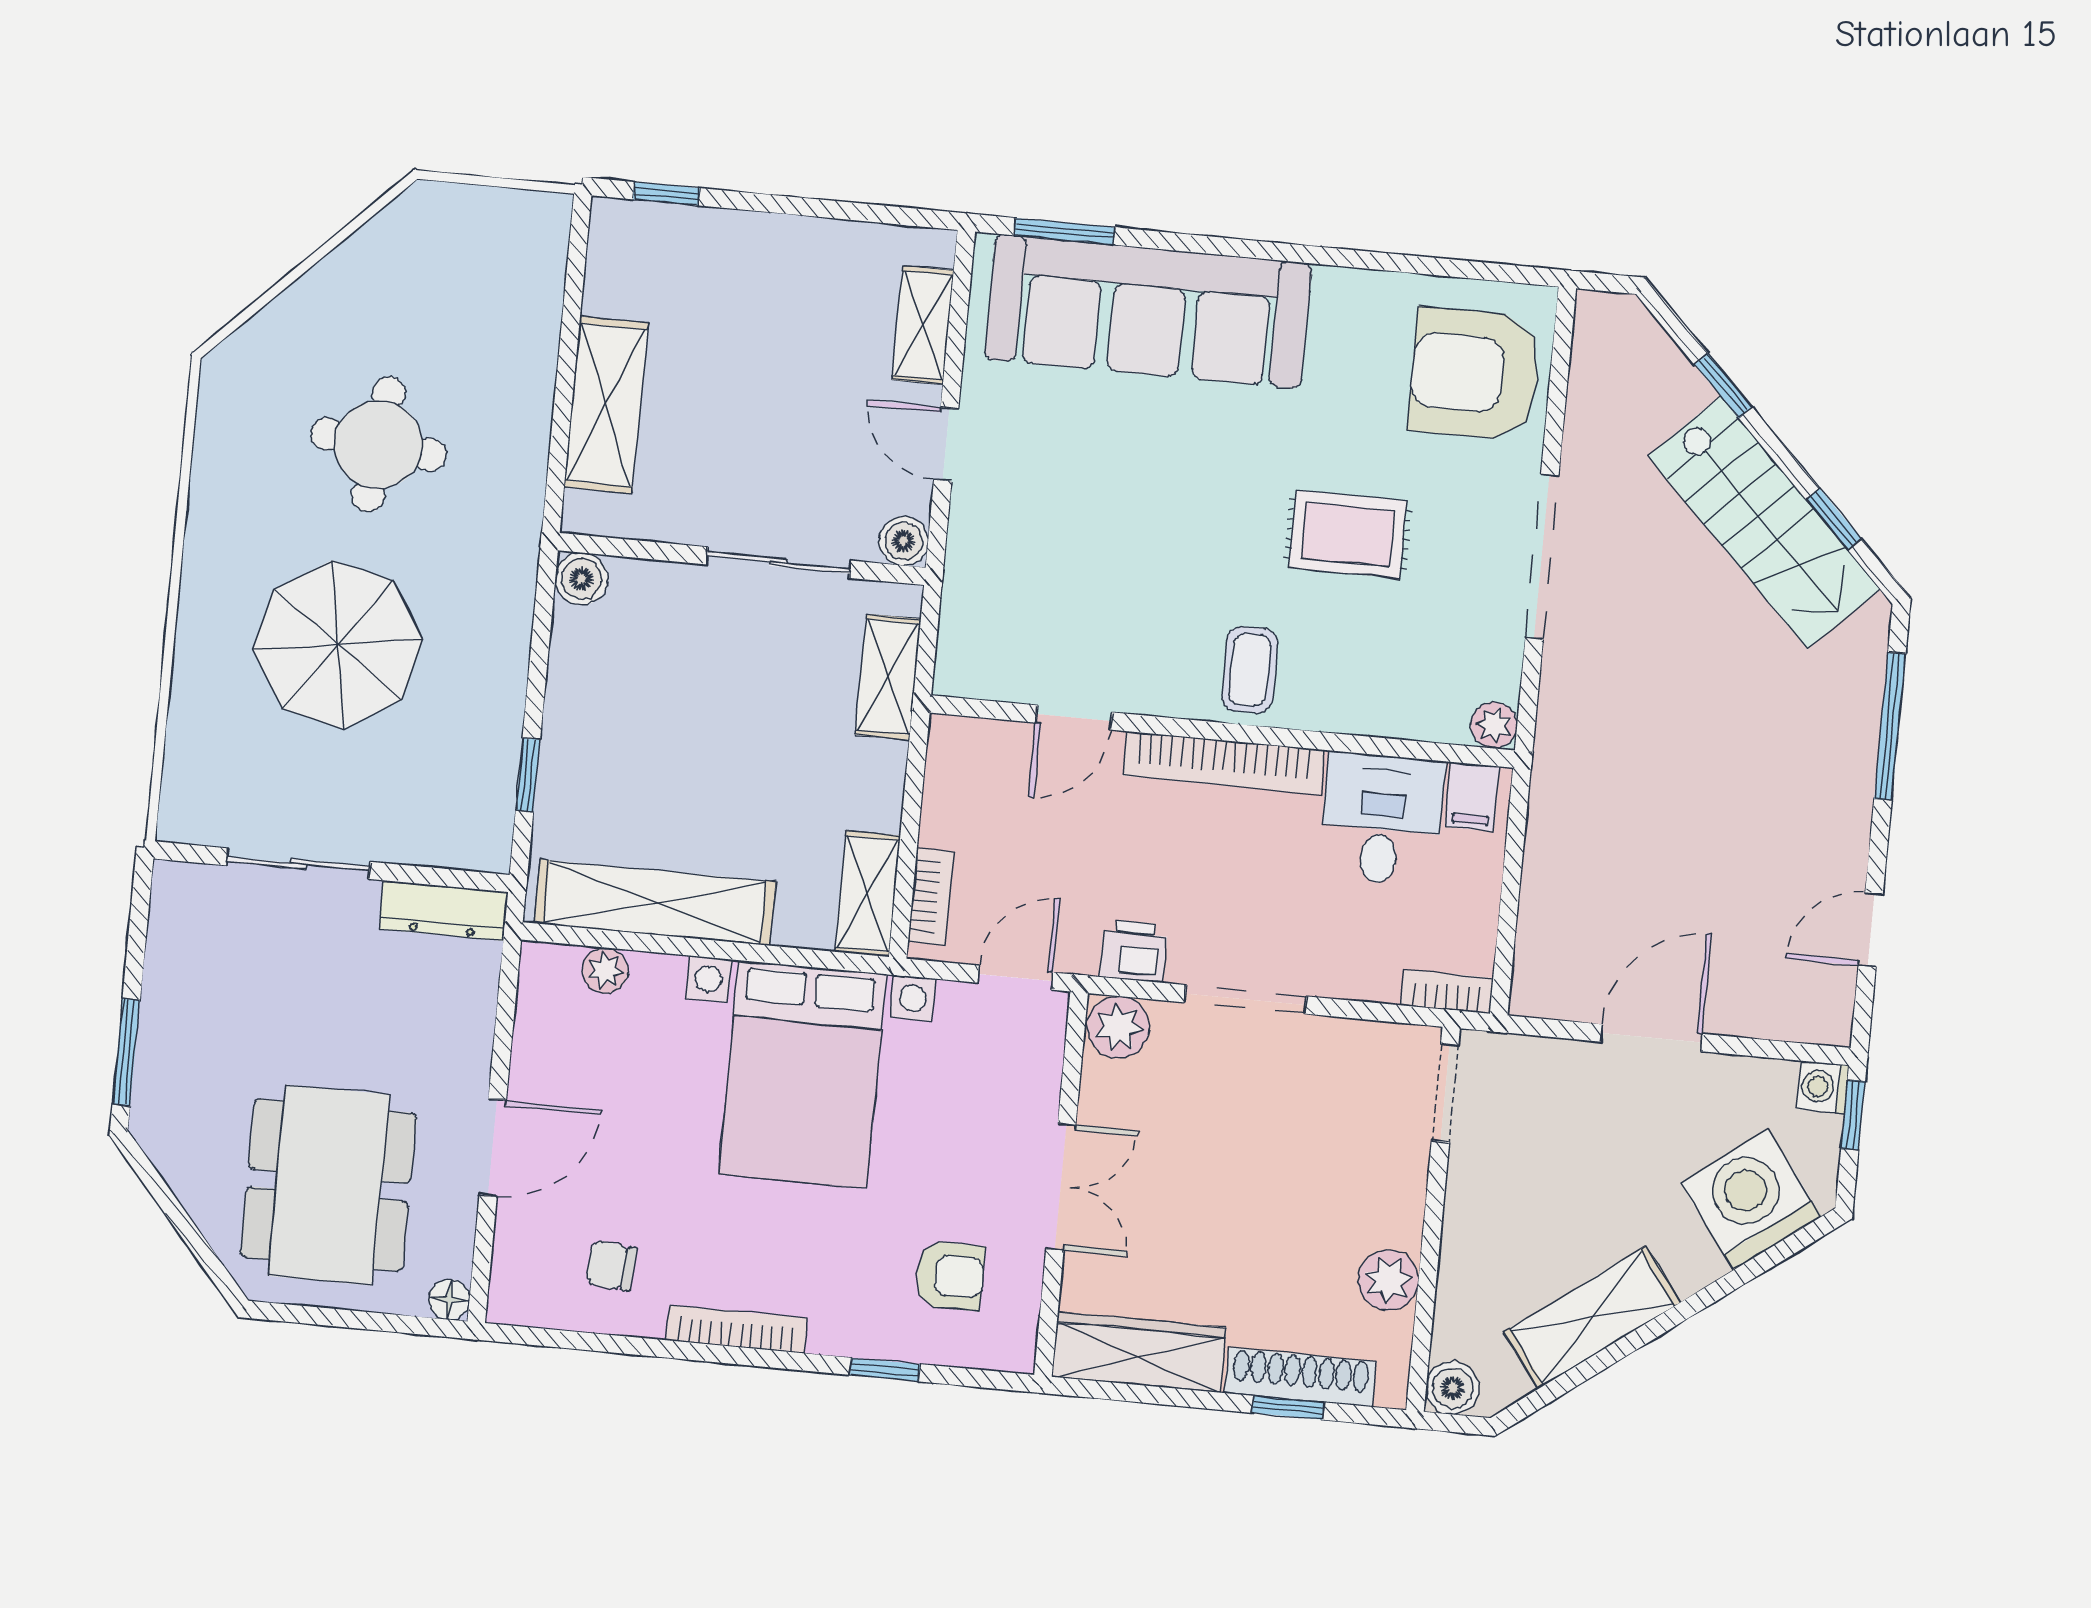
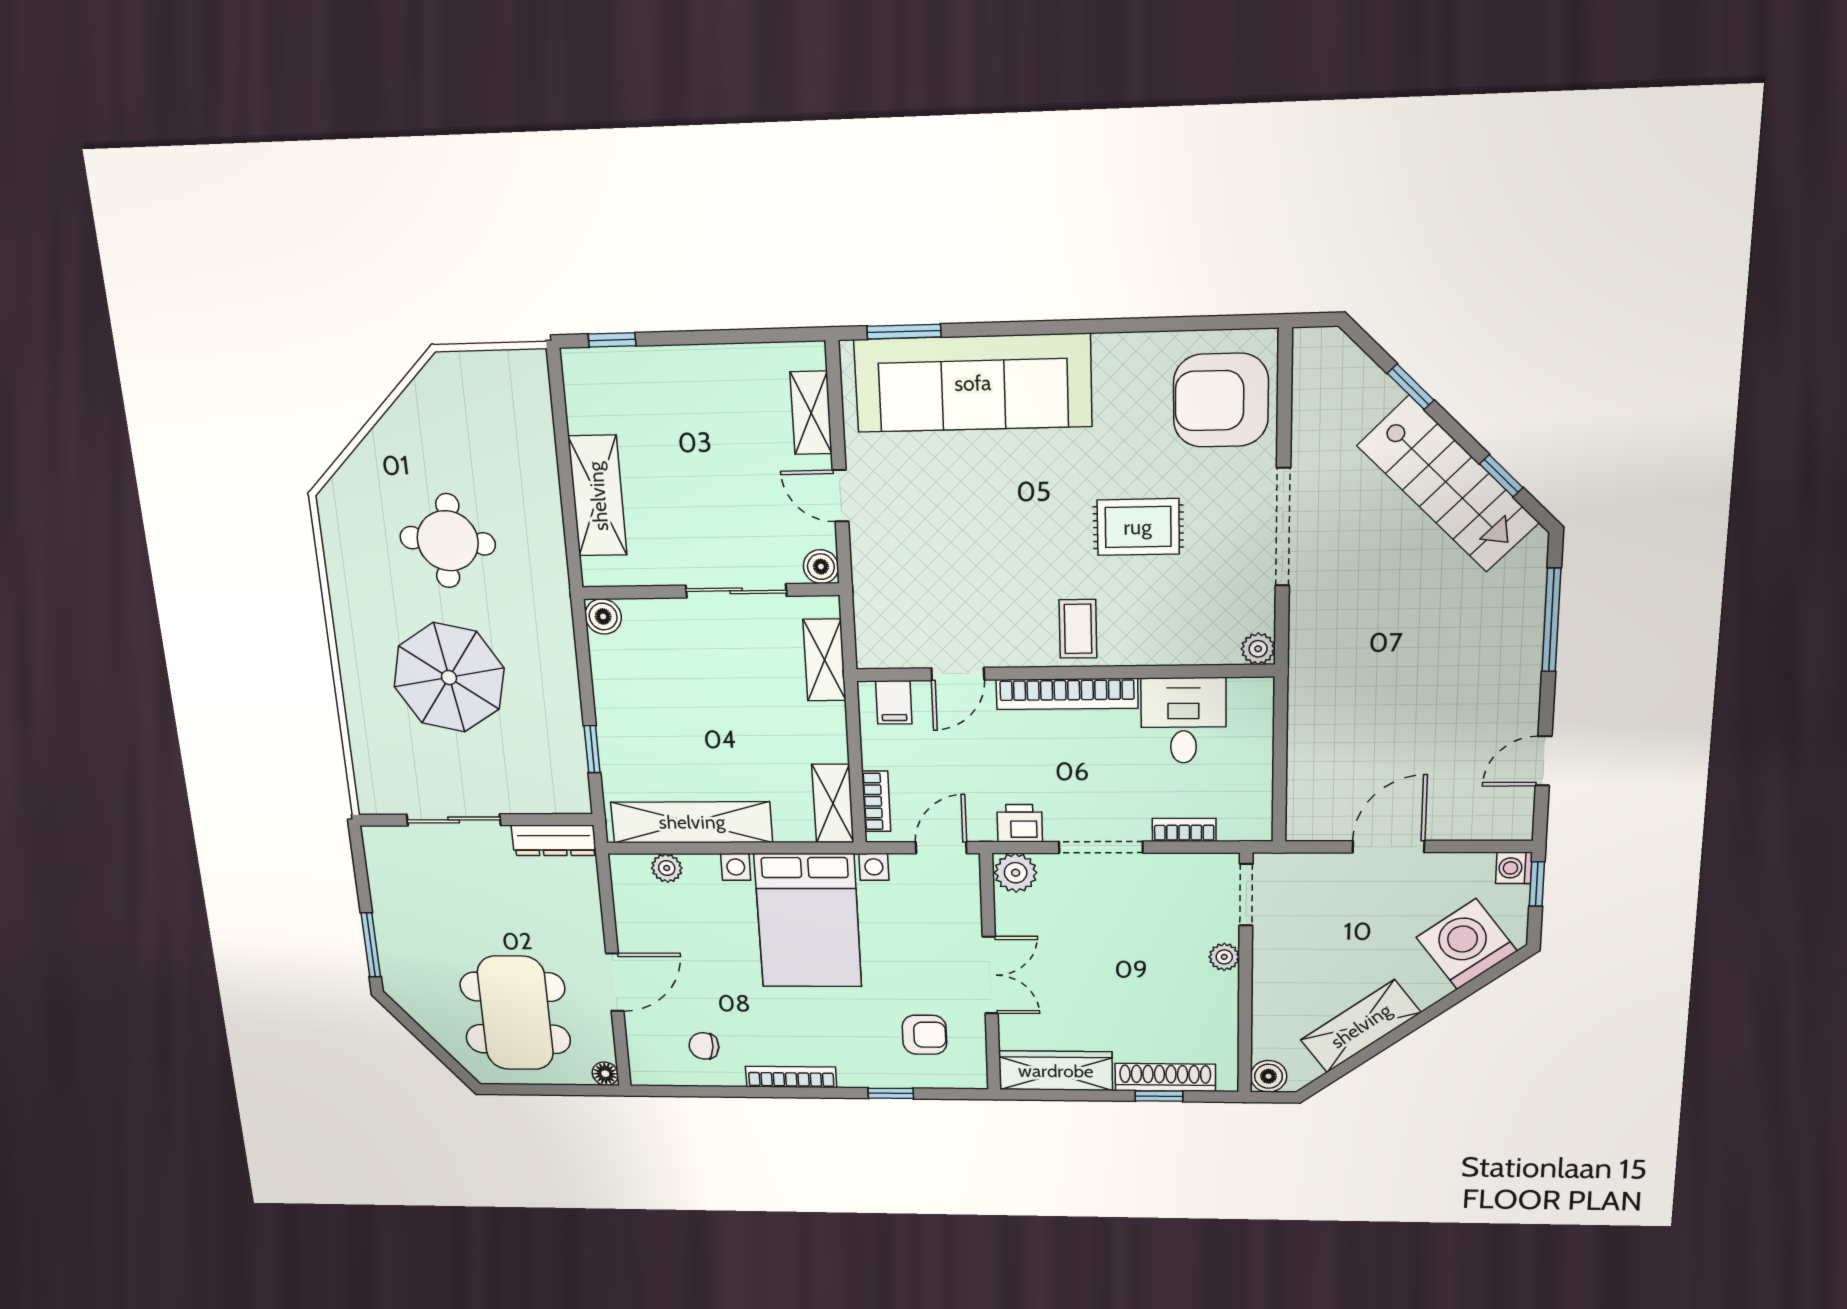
filing cabinet: (1472, 797) -> (894, 702), moved
bookcase: (1447, 992) -> (1184, 830), moved
plant: (1388, 1280) -> (1224, 957), moved, width x0.73, depth x0.73

